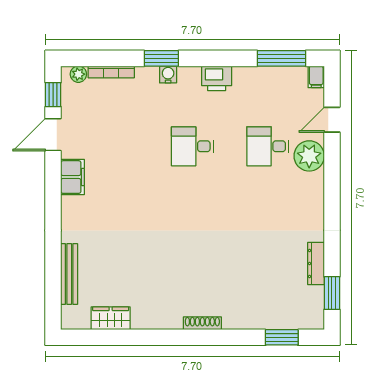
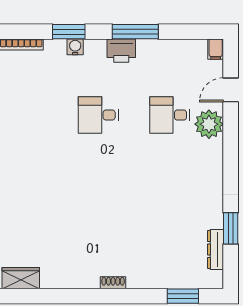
window: (281, 58) -> (135, 32), moved
dresser: (316, 264) -> (215, 249), moved
window: (332, 293) -> (231, 228), moved
shoe rack: (202, 323) -> (113, 283), width x0.70

